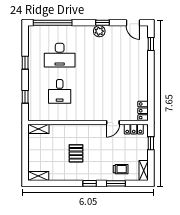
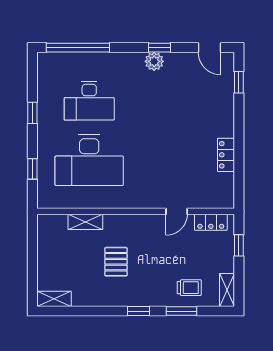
desk: (60, 91) -> (89, 160), width x1.87, depth x1.30
locker: (143, 111) -> (226, 155), moved
shelving: (38, 129) -> (85, 222), moved

